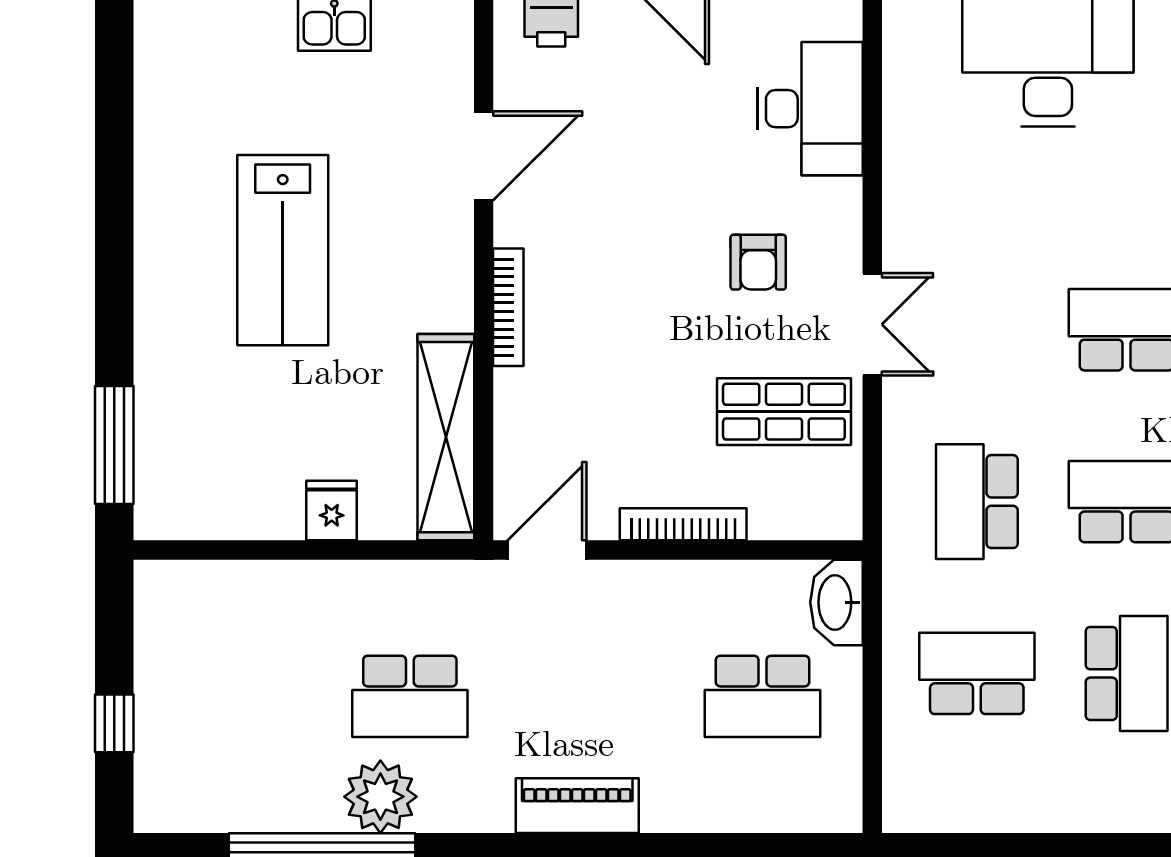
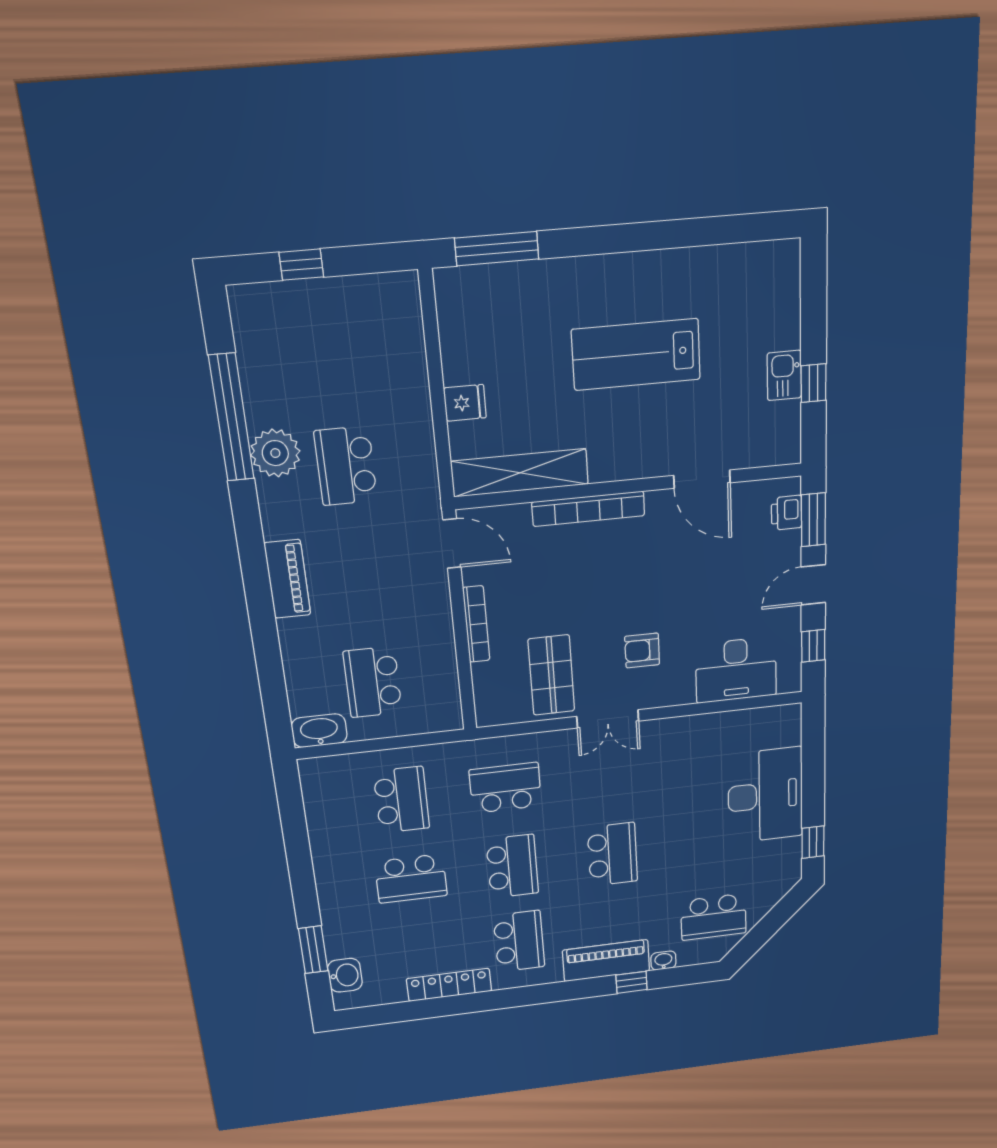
bookcase: (508, 307) -> (588, 509), width x1.48, depth x1.31
washbasin: (836, 602) -> (319, 731), moved

